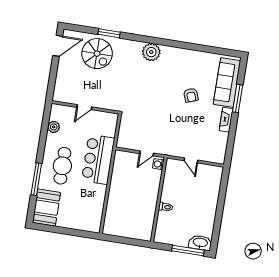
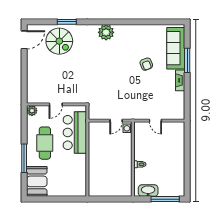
door: (84, 107) -> (56, 104), moved
wall: (85, 107) -> (57, 104), moved
washbasin: (200, 243) -> (148, 191), moved

